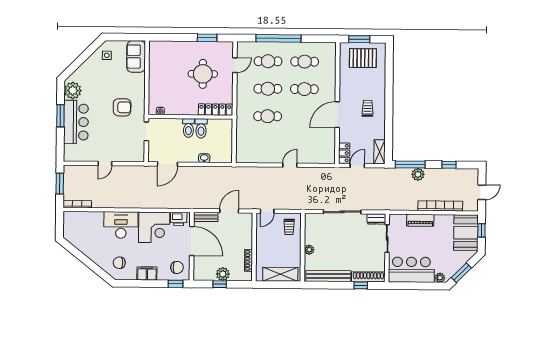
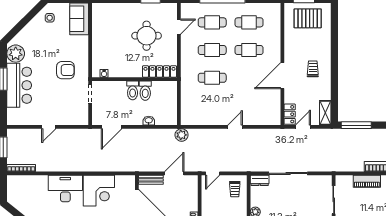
plant: (418, 174) -> (182, 135), moved
printer: (179, 219) -> (123, 182), removed
dresser: (376, 219) -> (260, 180), moved

